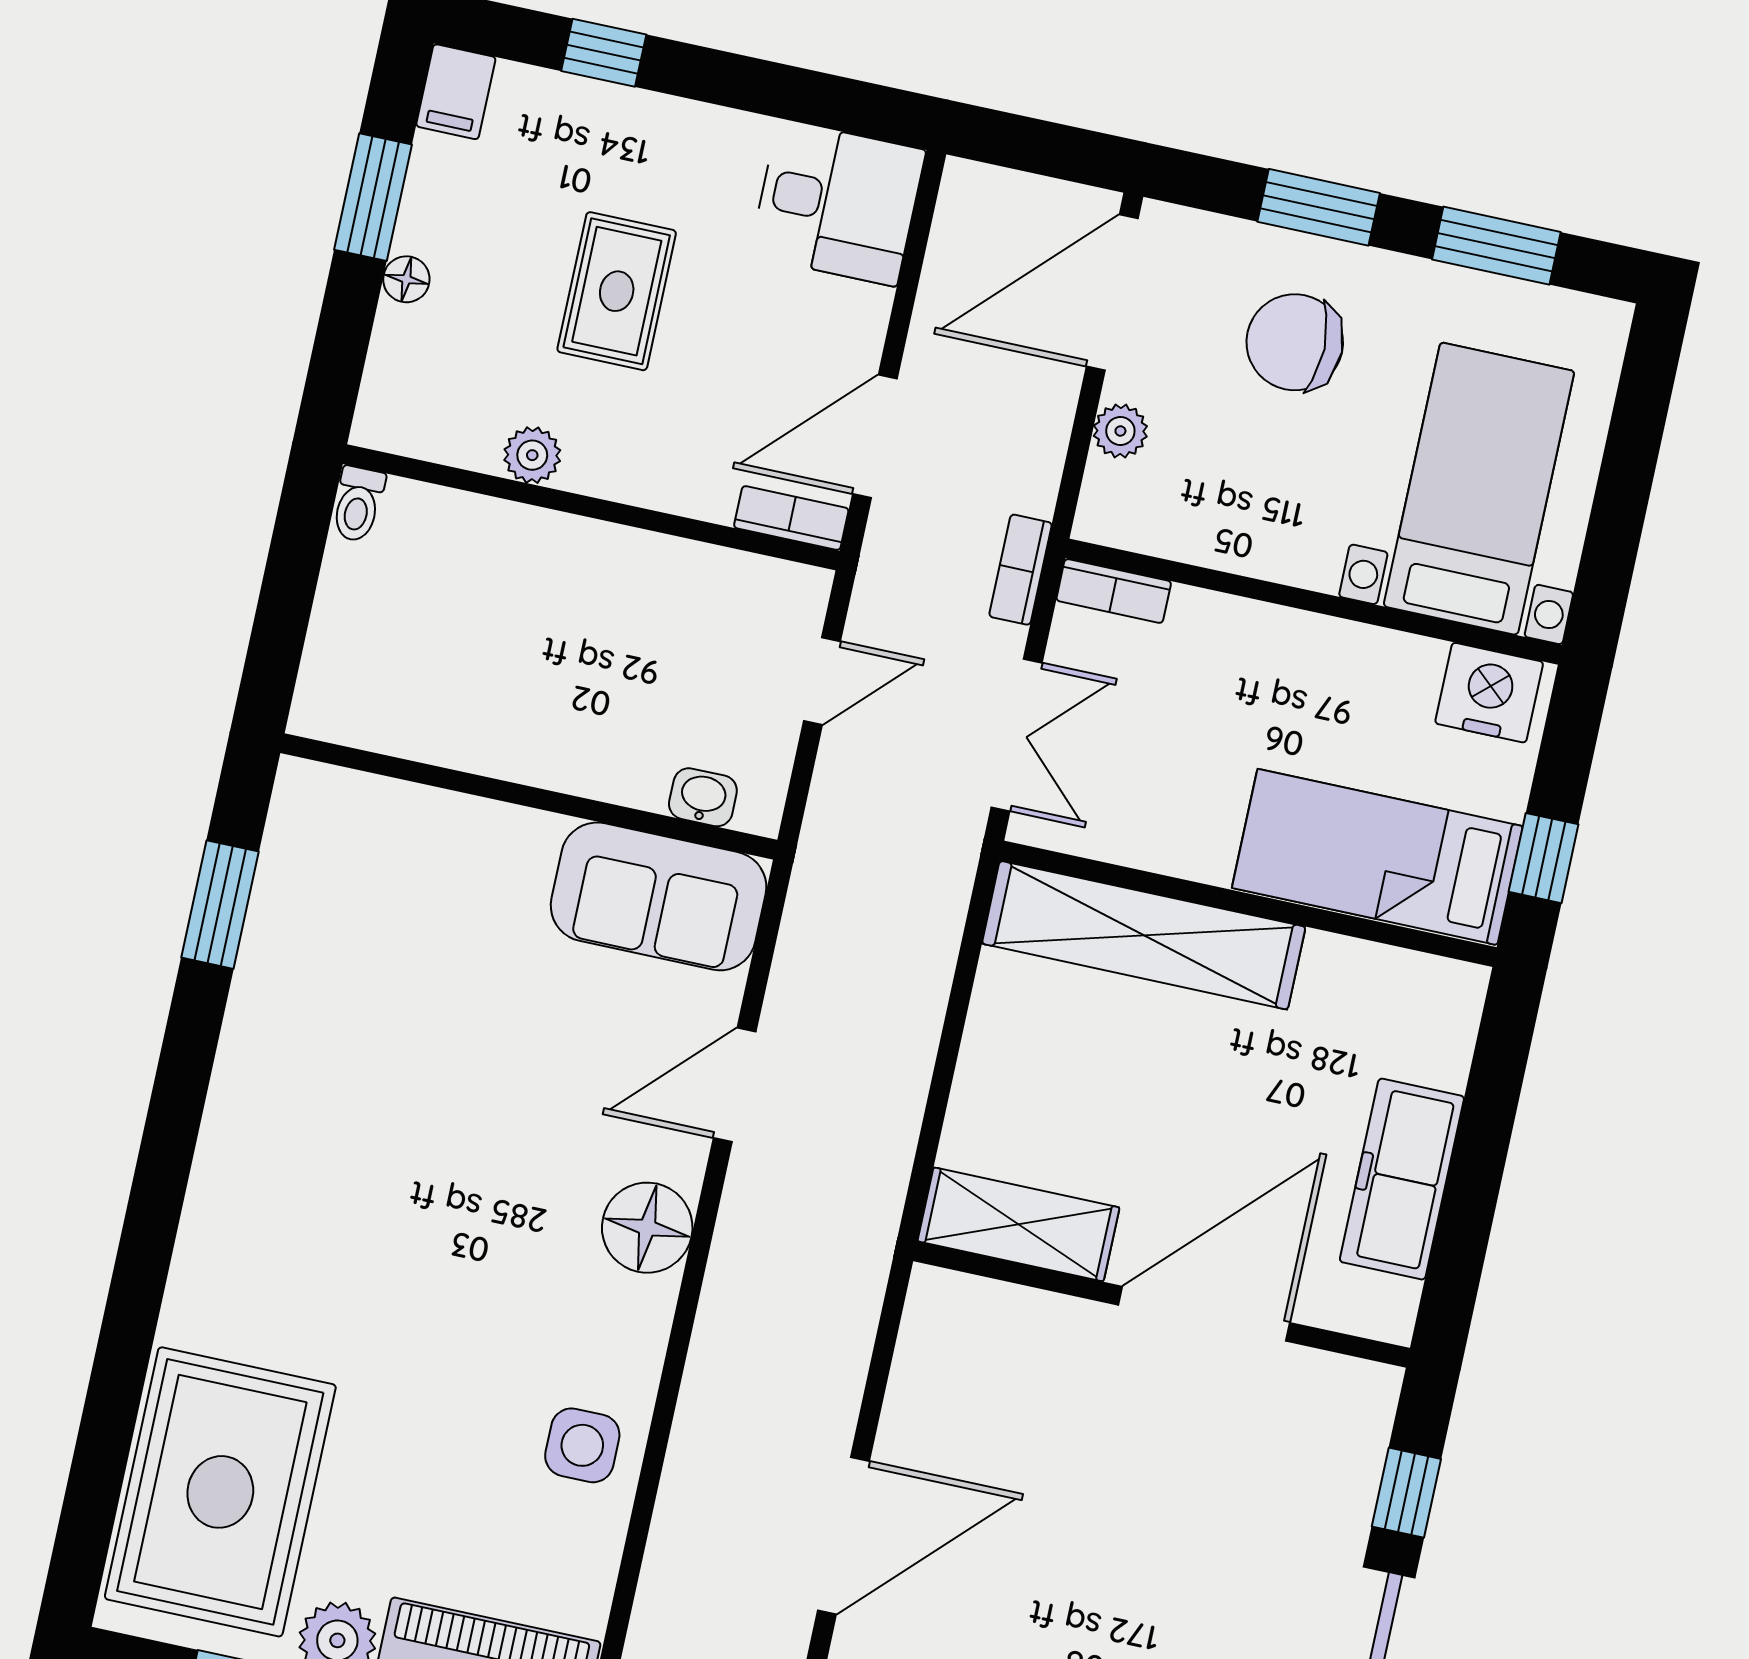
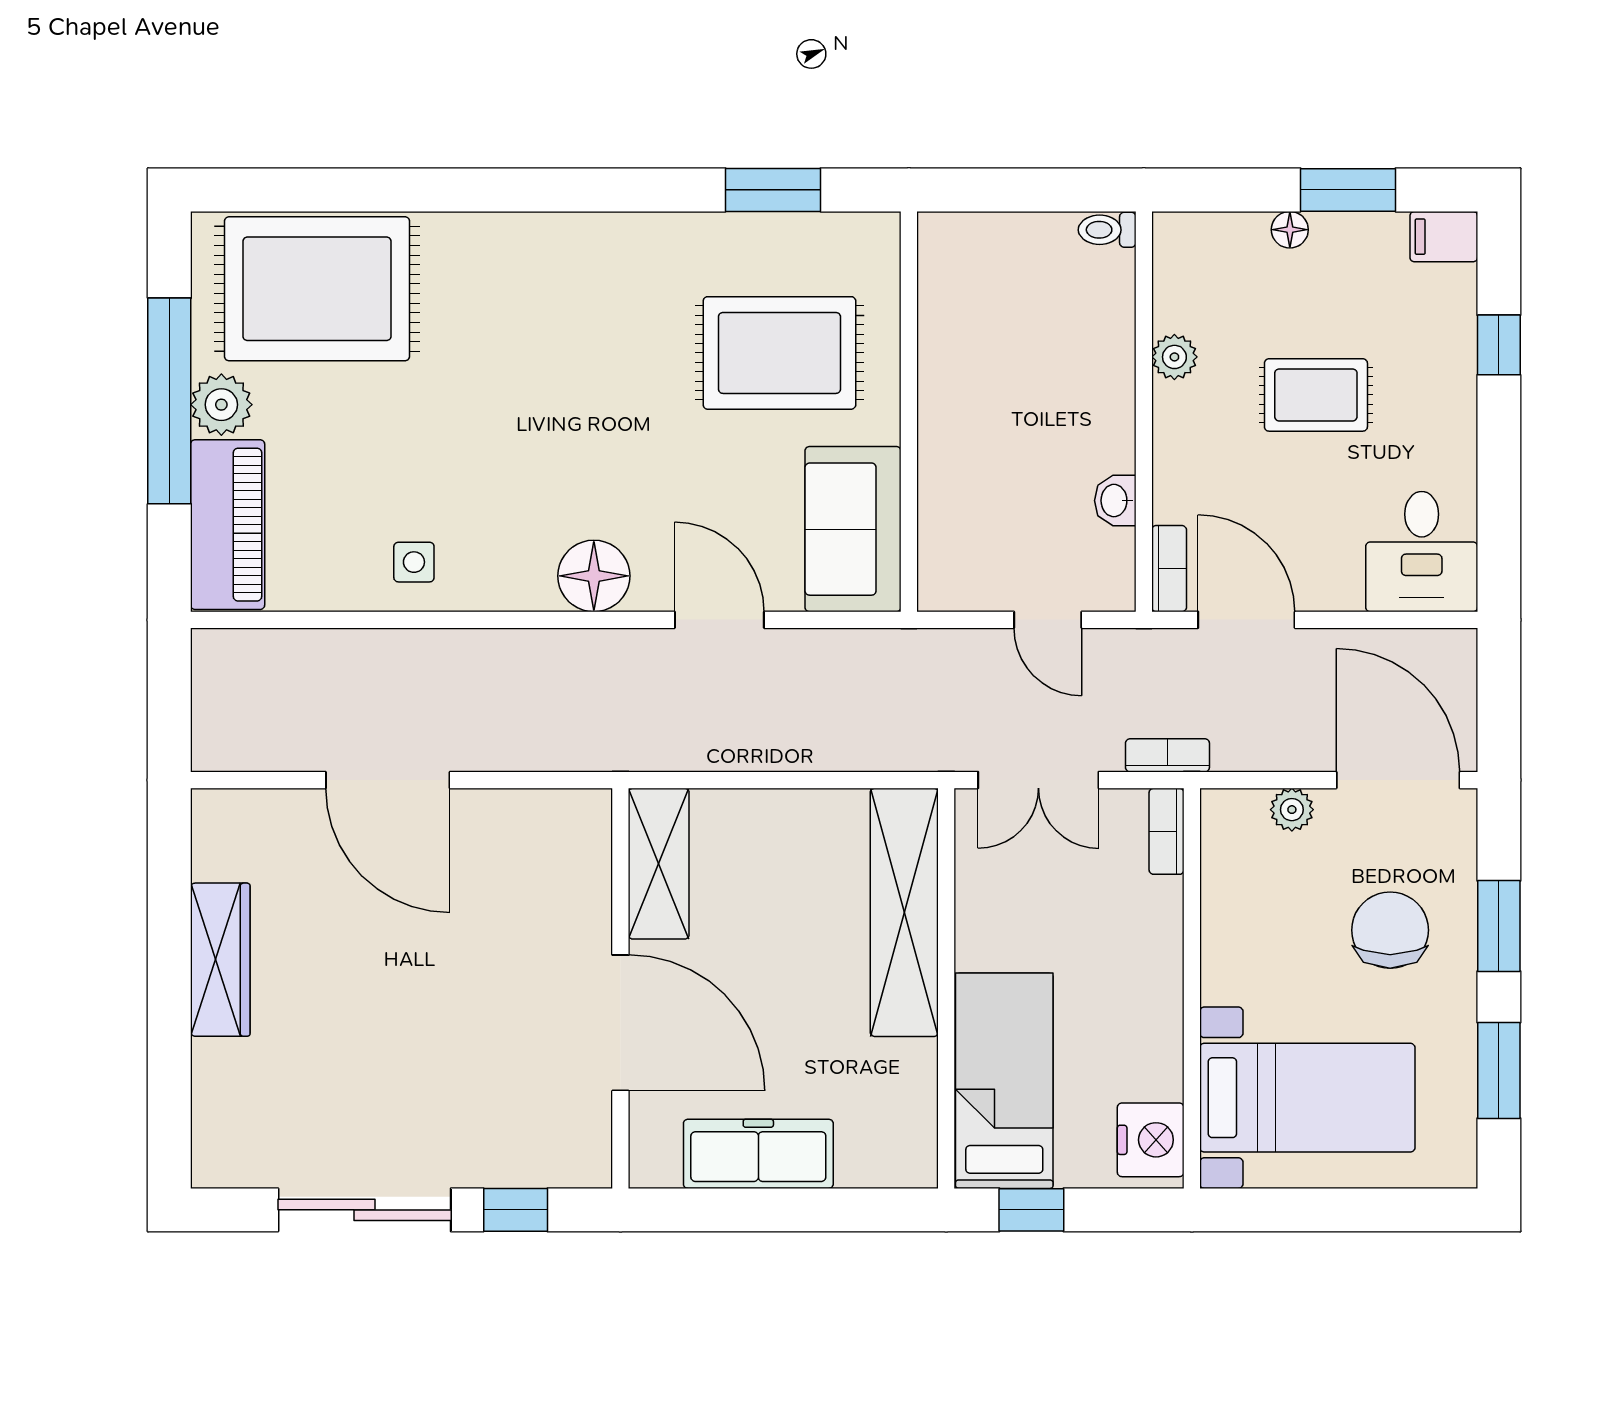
washbasin: (703, 797) -> (1115, 501), moved, turned 180
rug: (422, 940) -> (779, 353), added
side table: (582, 1445) -> (414, 562), width x0.73, depth x0.73

